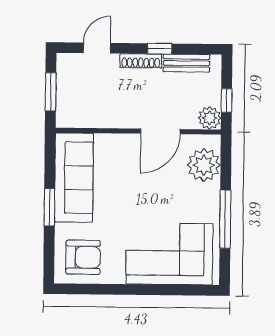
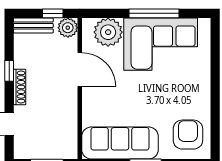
bench: (186, 63) -> (33, 25), moved, turned 90
corner sofa: (169, 254) -> (161, 44), moved, turned -90

